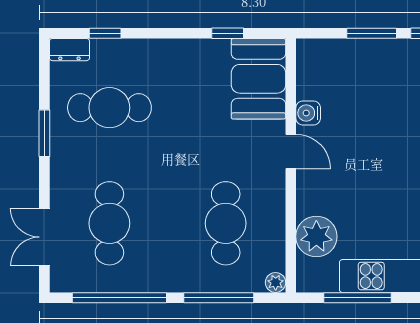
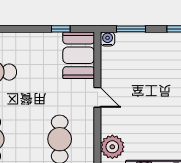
window: (372, 33) -> (131, 29), moved
water cooler: (308, 113) -> (108, 39), moved, turned 90

